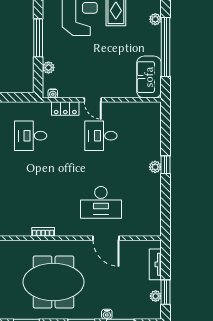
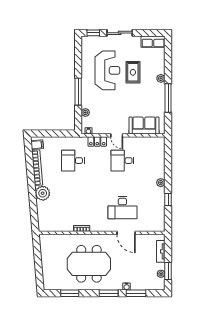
window: (166, 47) -> (168, 98), width x0.68
sofa: (149, 77) -> (144, 126), moved, turned 90
window: (166, 165) -> (168, 199), moved

